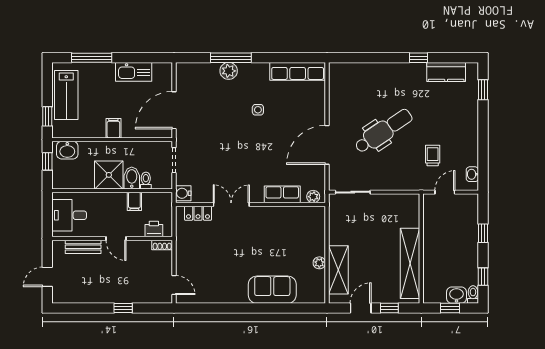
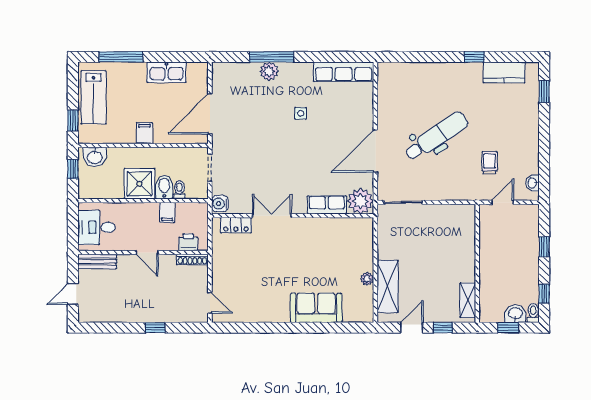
plant: (313, 197) -> (360, 201), width x1.88, depth x1.88
shoe rack: (162, 245) -> (192, 260), width x1.43
bench: (83, 247) -> (97, 261), moved
shelving: (410, 263) -> (468, 300), width x0.45, depth x0.75

